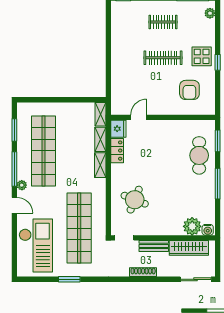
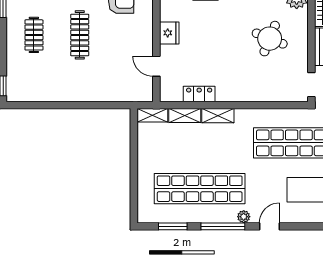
fridge: (118, 129) -> (169, 33), moved, turned 90
round table: (135, 200) -> (270, 39), moved

